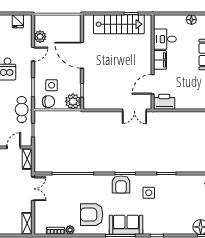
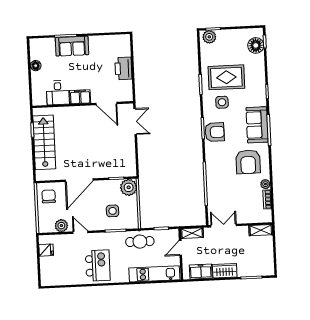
chair: (48, 102) -> (49, 196), moved
printer: (164, 102) -> (123, 68), moved
door: (14, 147) -> (180, 248), hinge flipped
rug: (172, 198) -> (226, 77), added

